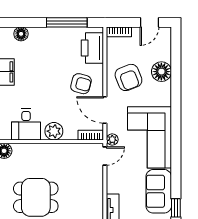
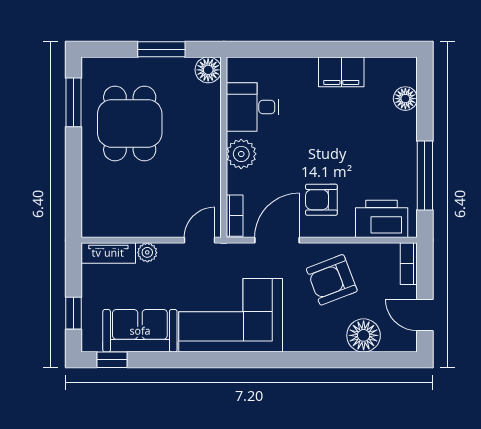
floor lamp: (161, 72) -> (364, 335), moved
armchair: (81, 84) -> (321, 200), turned 75
plant: (112, 139) -> (147, 252), moved
door: (105, 156) -> (200, 240), swing flipped

